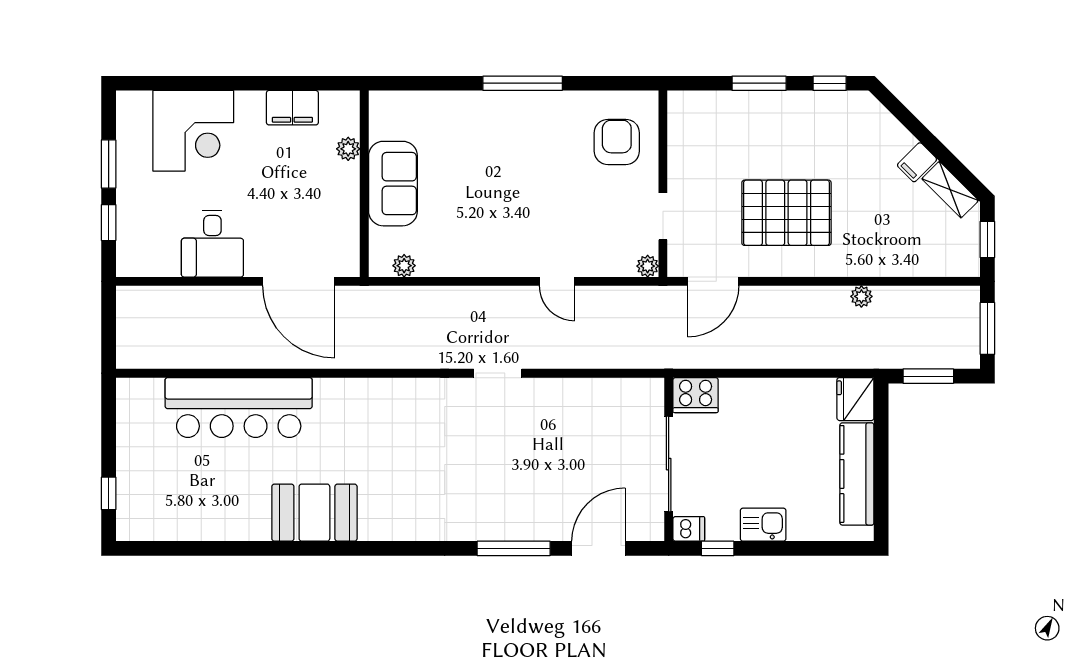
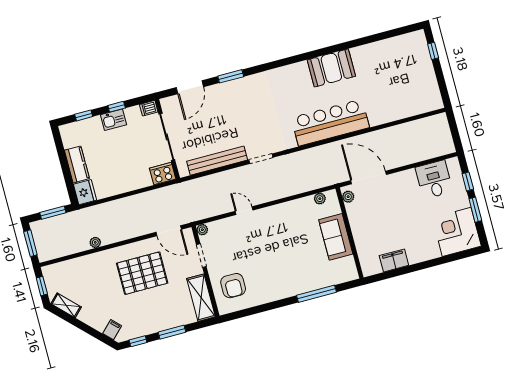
window: (523, 83) -> (316, 294), moved
corner desk: (193, 131) -> (457, 232), moved
shelving: (685, 135) -> (201, 298), added
plant: (348, 149) -> (348, 197), moved
filing cabinet: (917, 162) -> (112, 330), moved
desk: (212, 244) -> (434, 180), moved
door: (713, 281) -> (169, 231), swing flipped
bench: (583, 392) -> (217, 161), added
bar counter: (239, 408) -> (330, 123), moved
kitchen counter: (857, 474) -> (77, 164), width x0.67
window: (514, 548) -> (231, 76), width x0.69
window: (718, 548) -> (117, 107), moved
window: (818, 548) -> (84, 115), added

